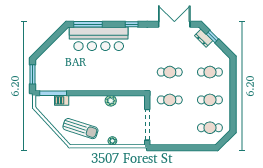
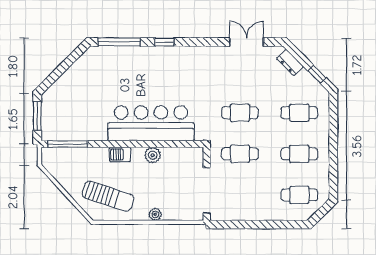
window: (132, 24) -> (164, 42), moved
double door: (174, 24) -> (247, 42), width x0.73
window: (212, 37) -> (317, 74), moved
bar counter: (99, 39) -> (151, 123), moved, turned 180
barbecue: (62, 100) -> (120, 154), moved

